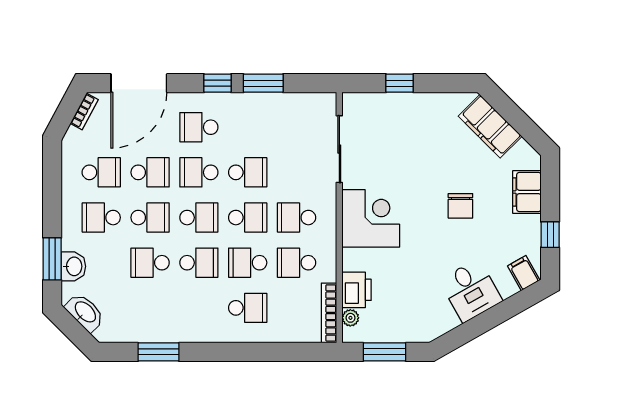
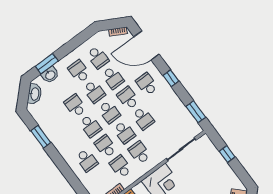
window: (263, 83) -> (196, 112), moved

